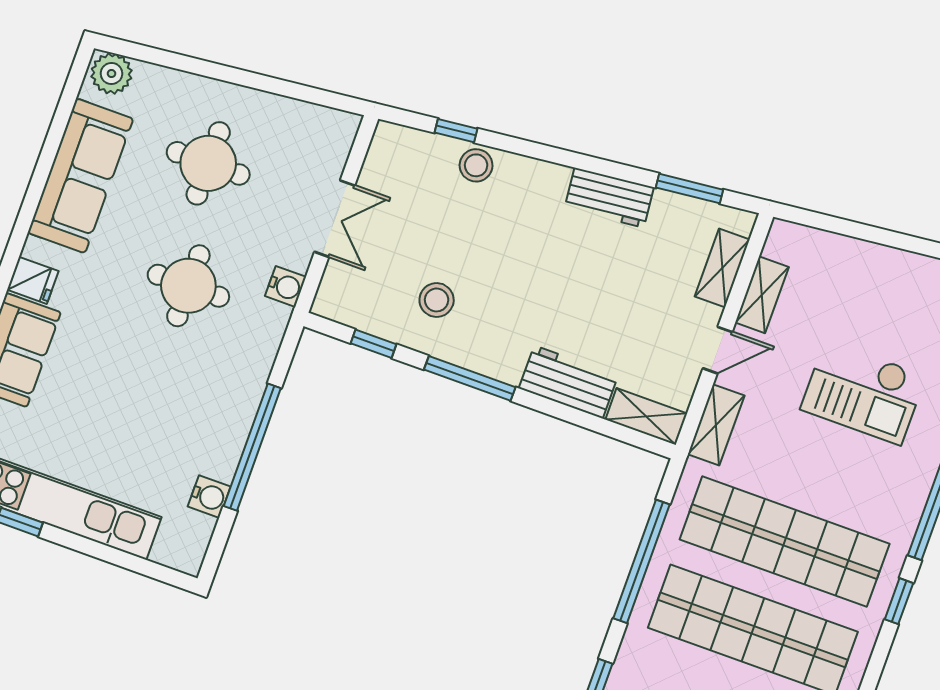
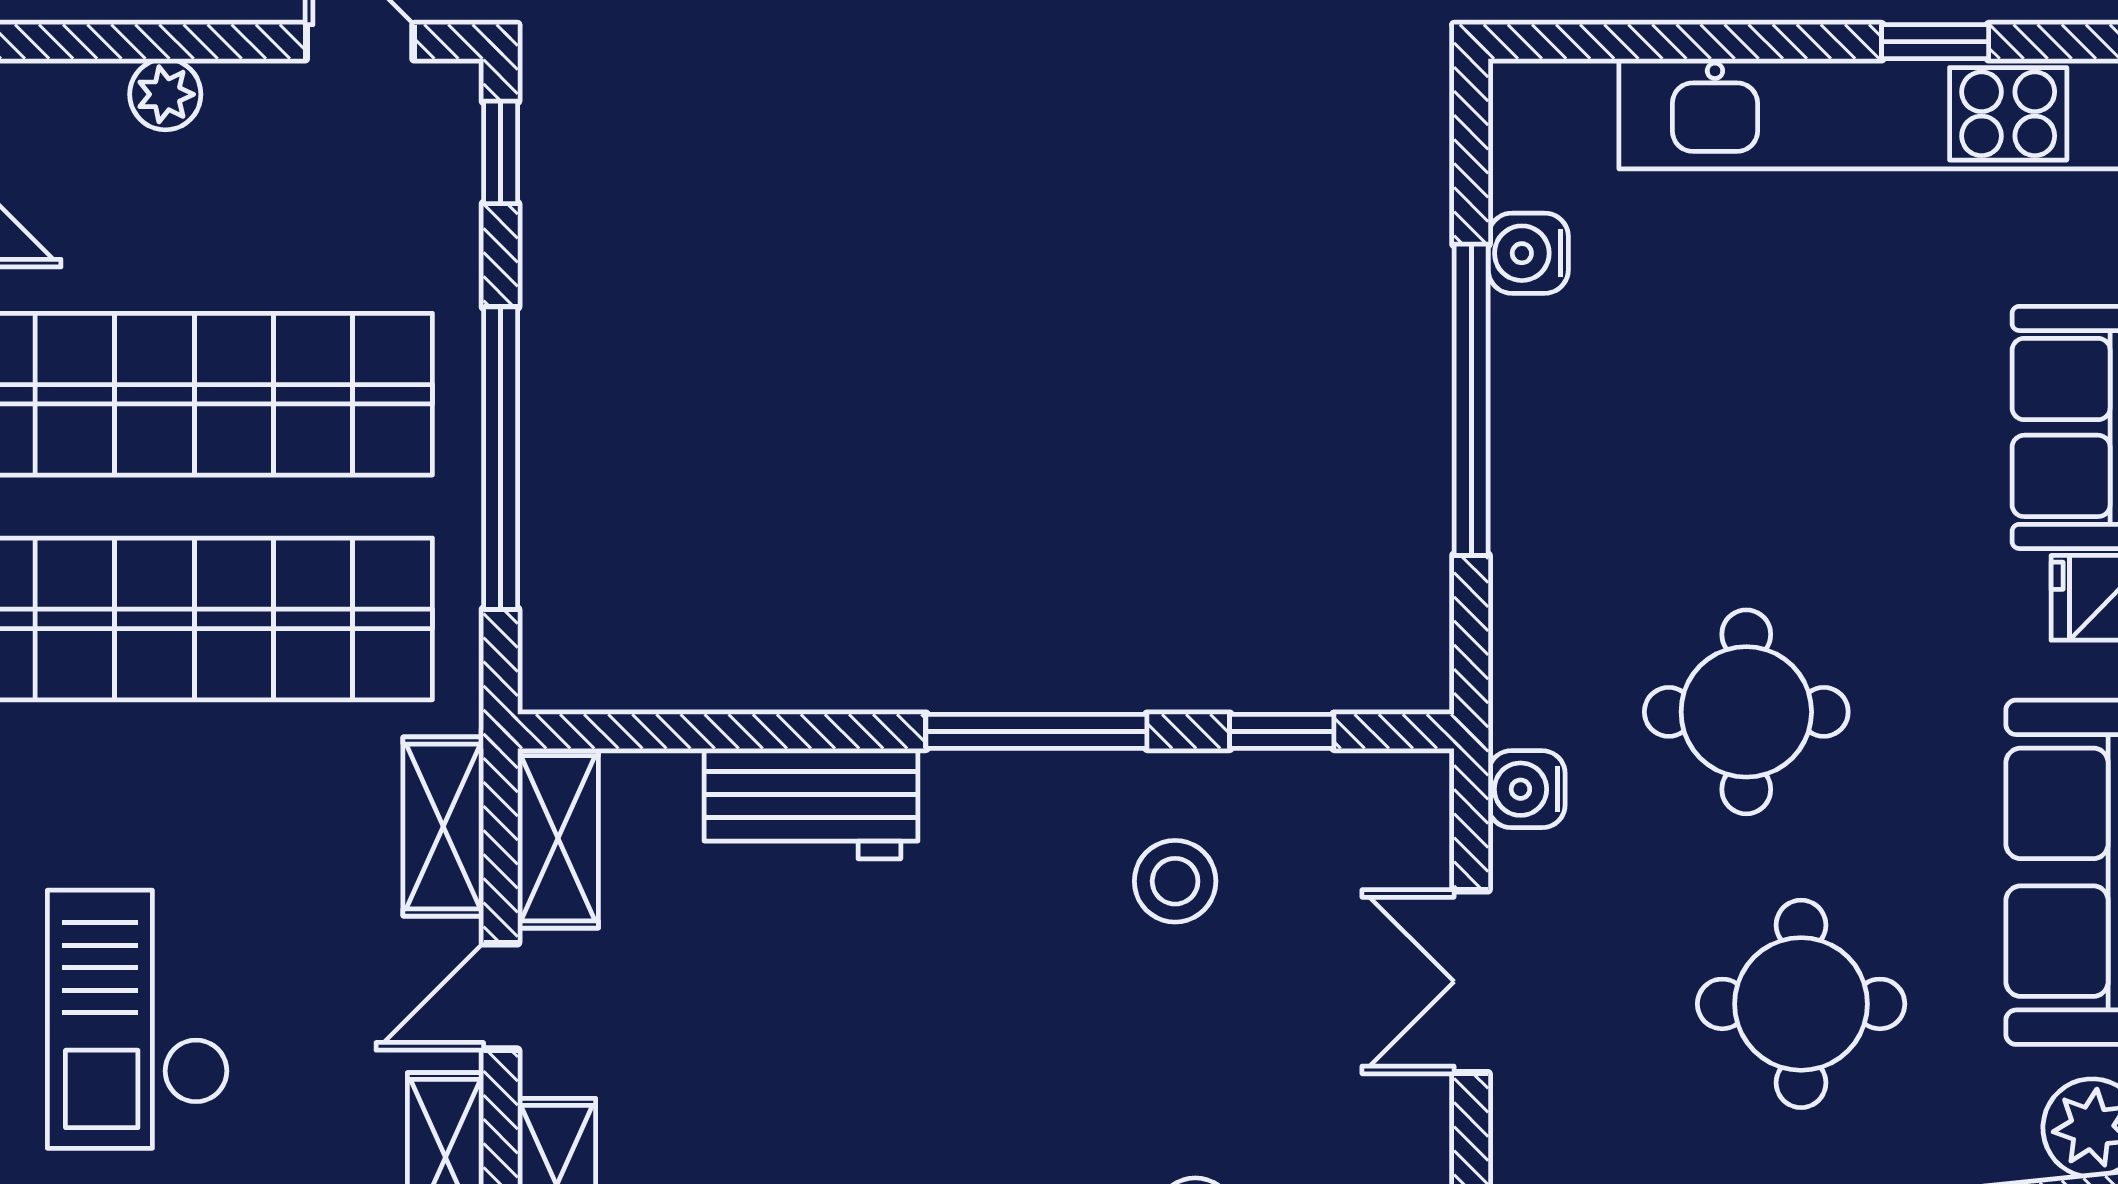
checkout: (863, 392) -> (138, 1019), turned -90
shelving: (646, 416) -> (558, 838), moved, turned 90

